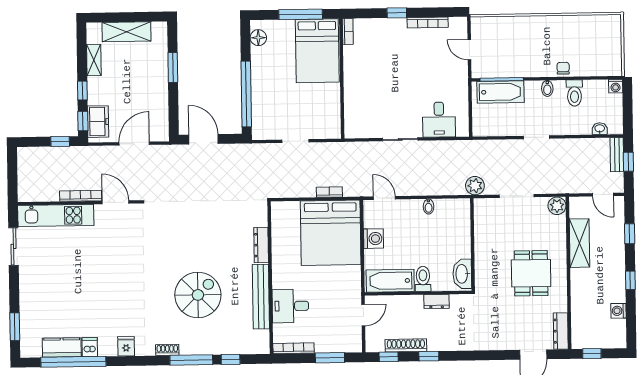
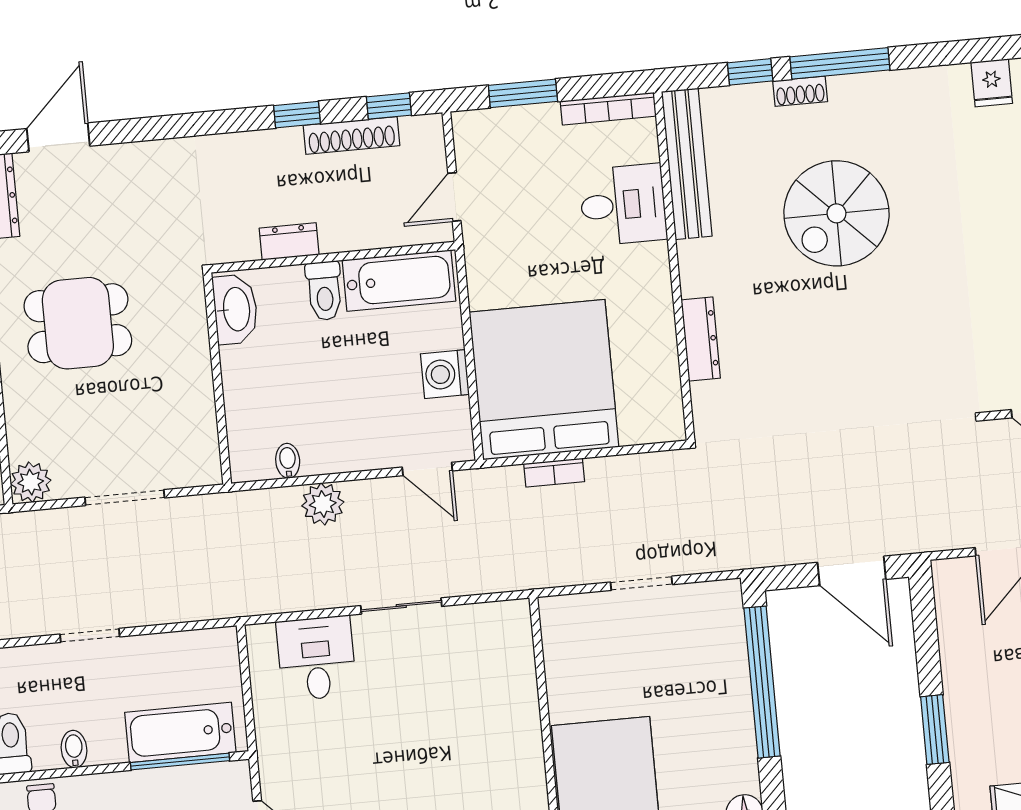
plant: (475, 186) -> (323, 504), moved
bidet: (429, 207) -> (288, 461), moved
dining table: (531, 273) -> (78, 323), turned 90
bench: (261, 297) -> (687, 164), moved
shoe rack: (167, 350) -> (800, 91), moved

